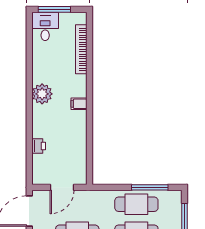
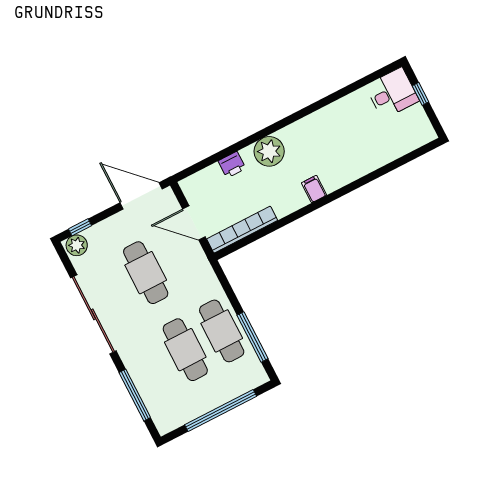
window: (54, 9) -> (421, 94), width x0.46
bookcase: (81, 49) -> (242, 230), moved
plant: (42, 94) -> (269, 151), moved

